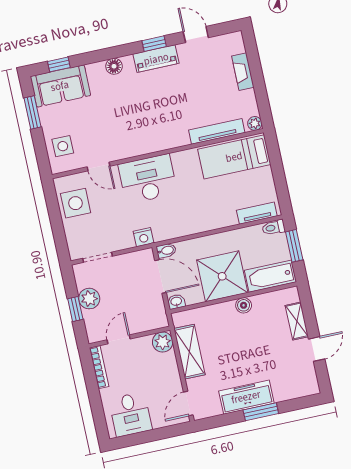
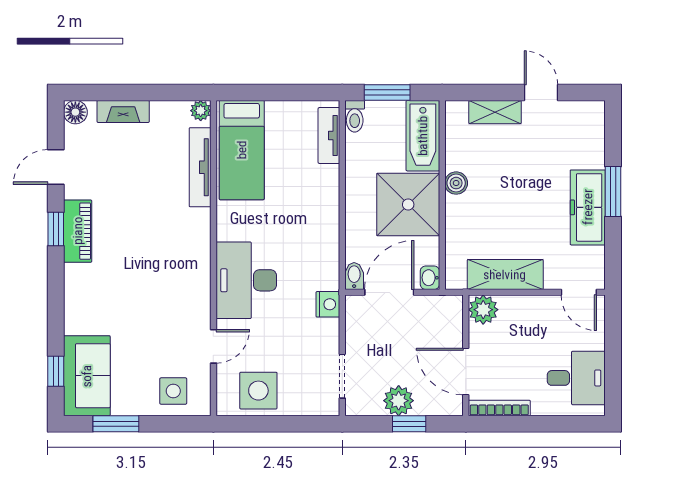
floor lamp: (114, 66) -> (75, 112), moved
door: (119, 339) -> (466, 372), width x1.38

